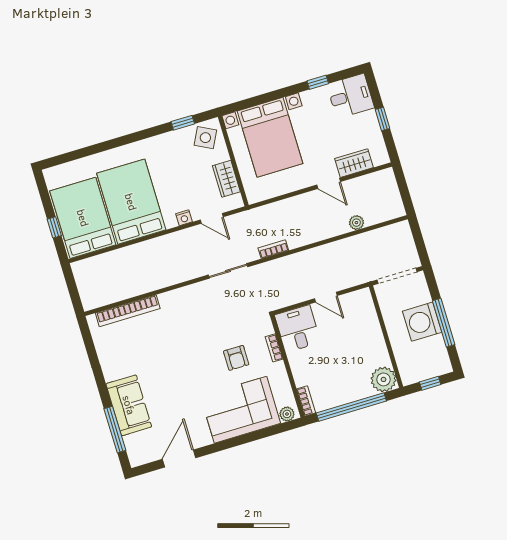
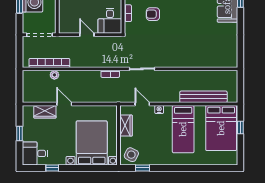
bed: (131, 202) -> (183, 129), width x0.67
bench: (123, 257) -> (203, 97), added
bookcase: (128, 311) -> (49, 63), moved
armchair: (236, 358) -> (153, 14), turned -90

